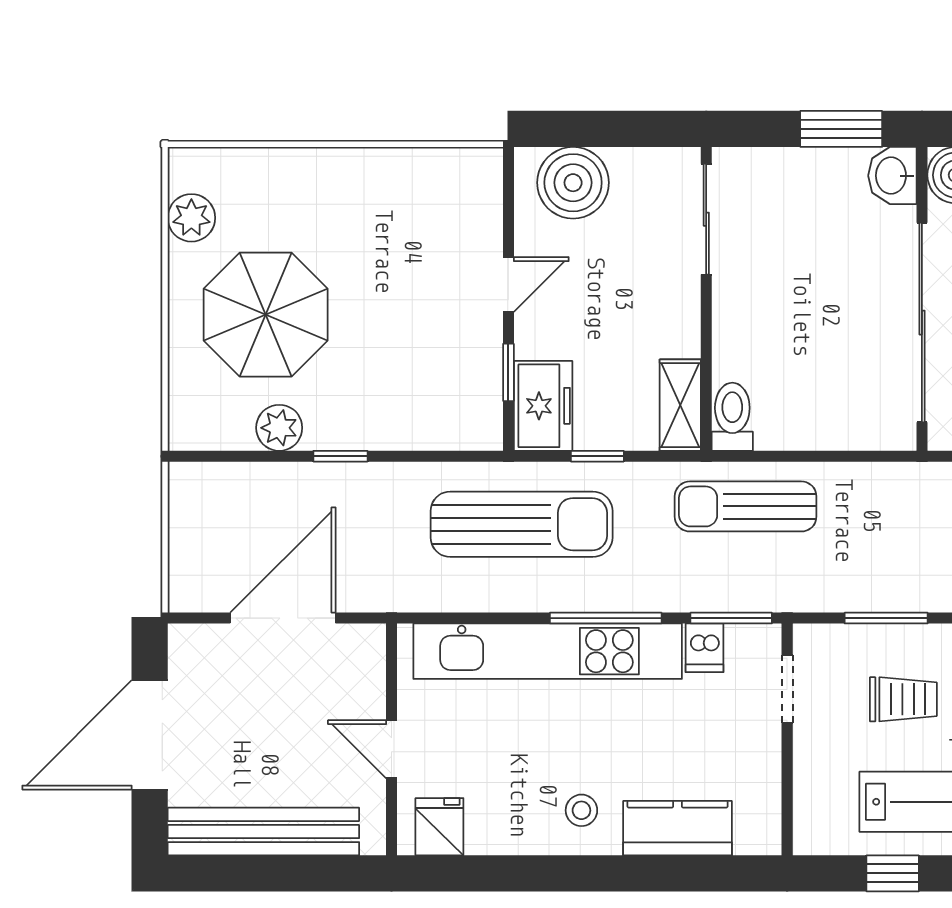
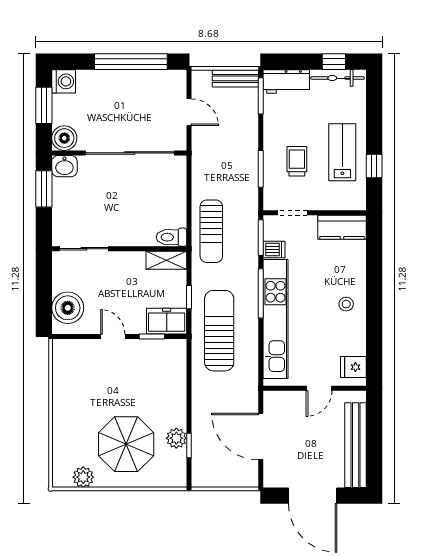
window: (340, 456) -> (189, 445), moved
kitchen counter: (678, 828) -> (342, 227), moved, turned -90

